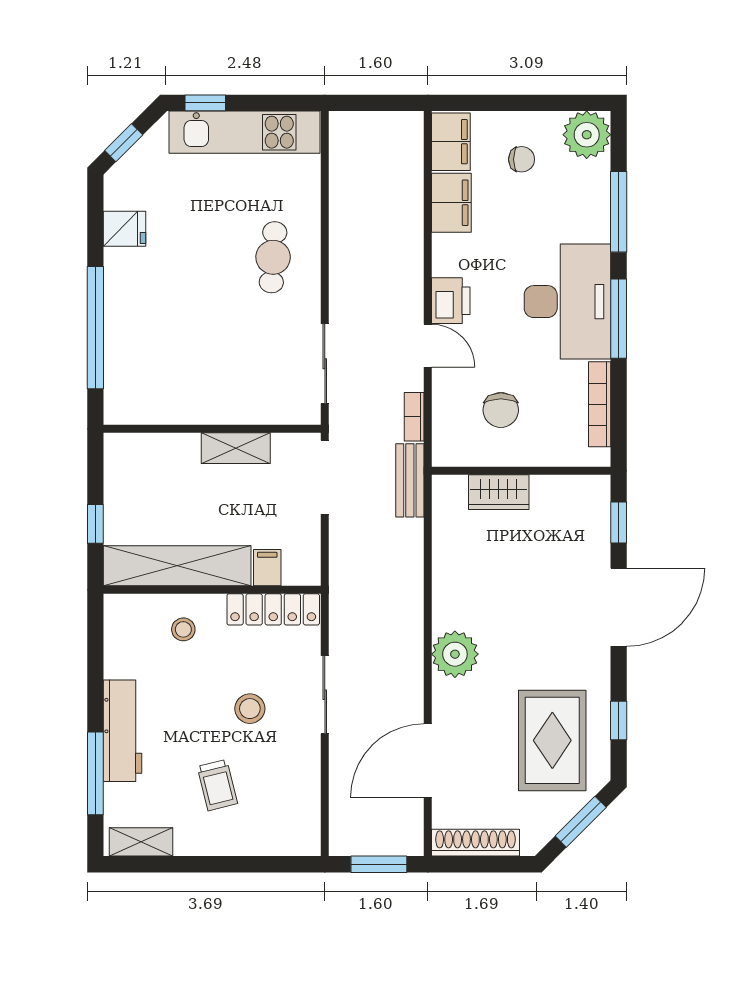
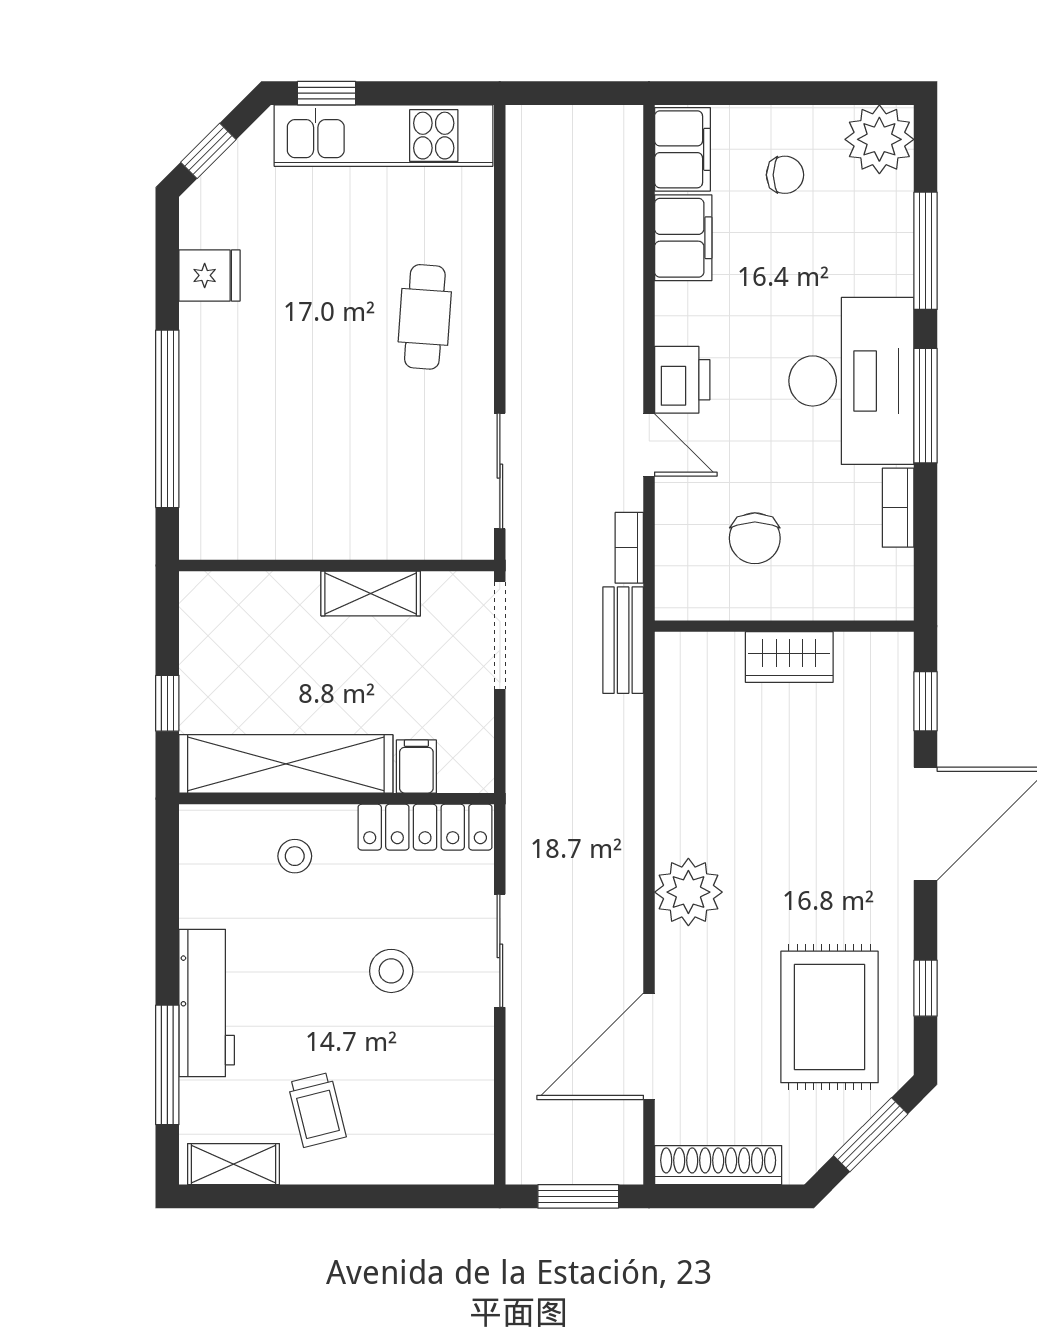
bookcase: (600, 404) -> (898, 508), width x0.64
wardrobe: (499, 492) -> (789, 657), moved
trolley: (217, 785) -> (317, 1110), moved

